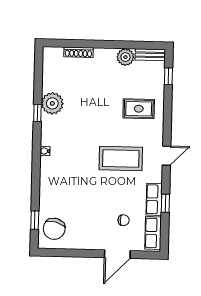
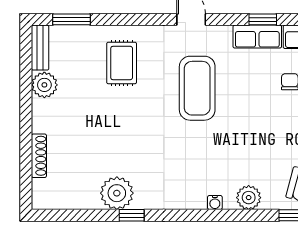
window: (168, 76) -> (72, 19), width x1.50
water cooler: (45, 151) -> (215, 203), moved
plant: (47, 191) -> (249, 198), added

